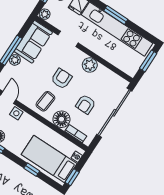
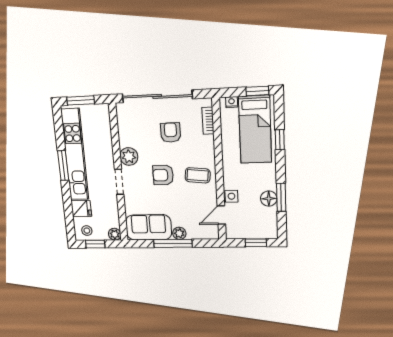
doorway: (68, 39) -> (119, 182), moved
armchair: (85, 104) -> (171, 132), turned -90
floor lamp: (61, 119) -> (204, 146), removed

